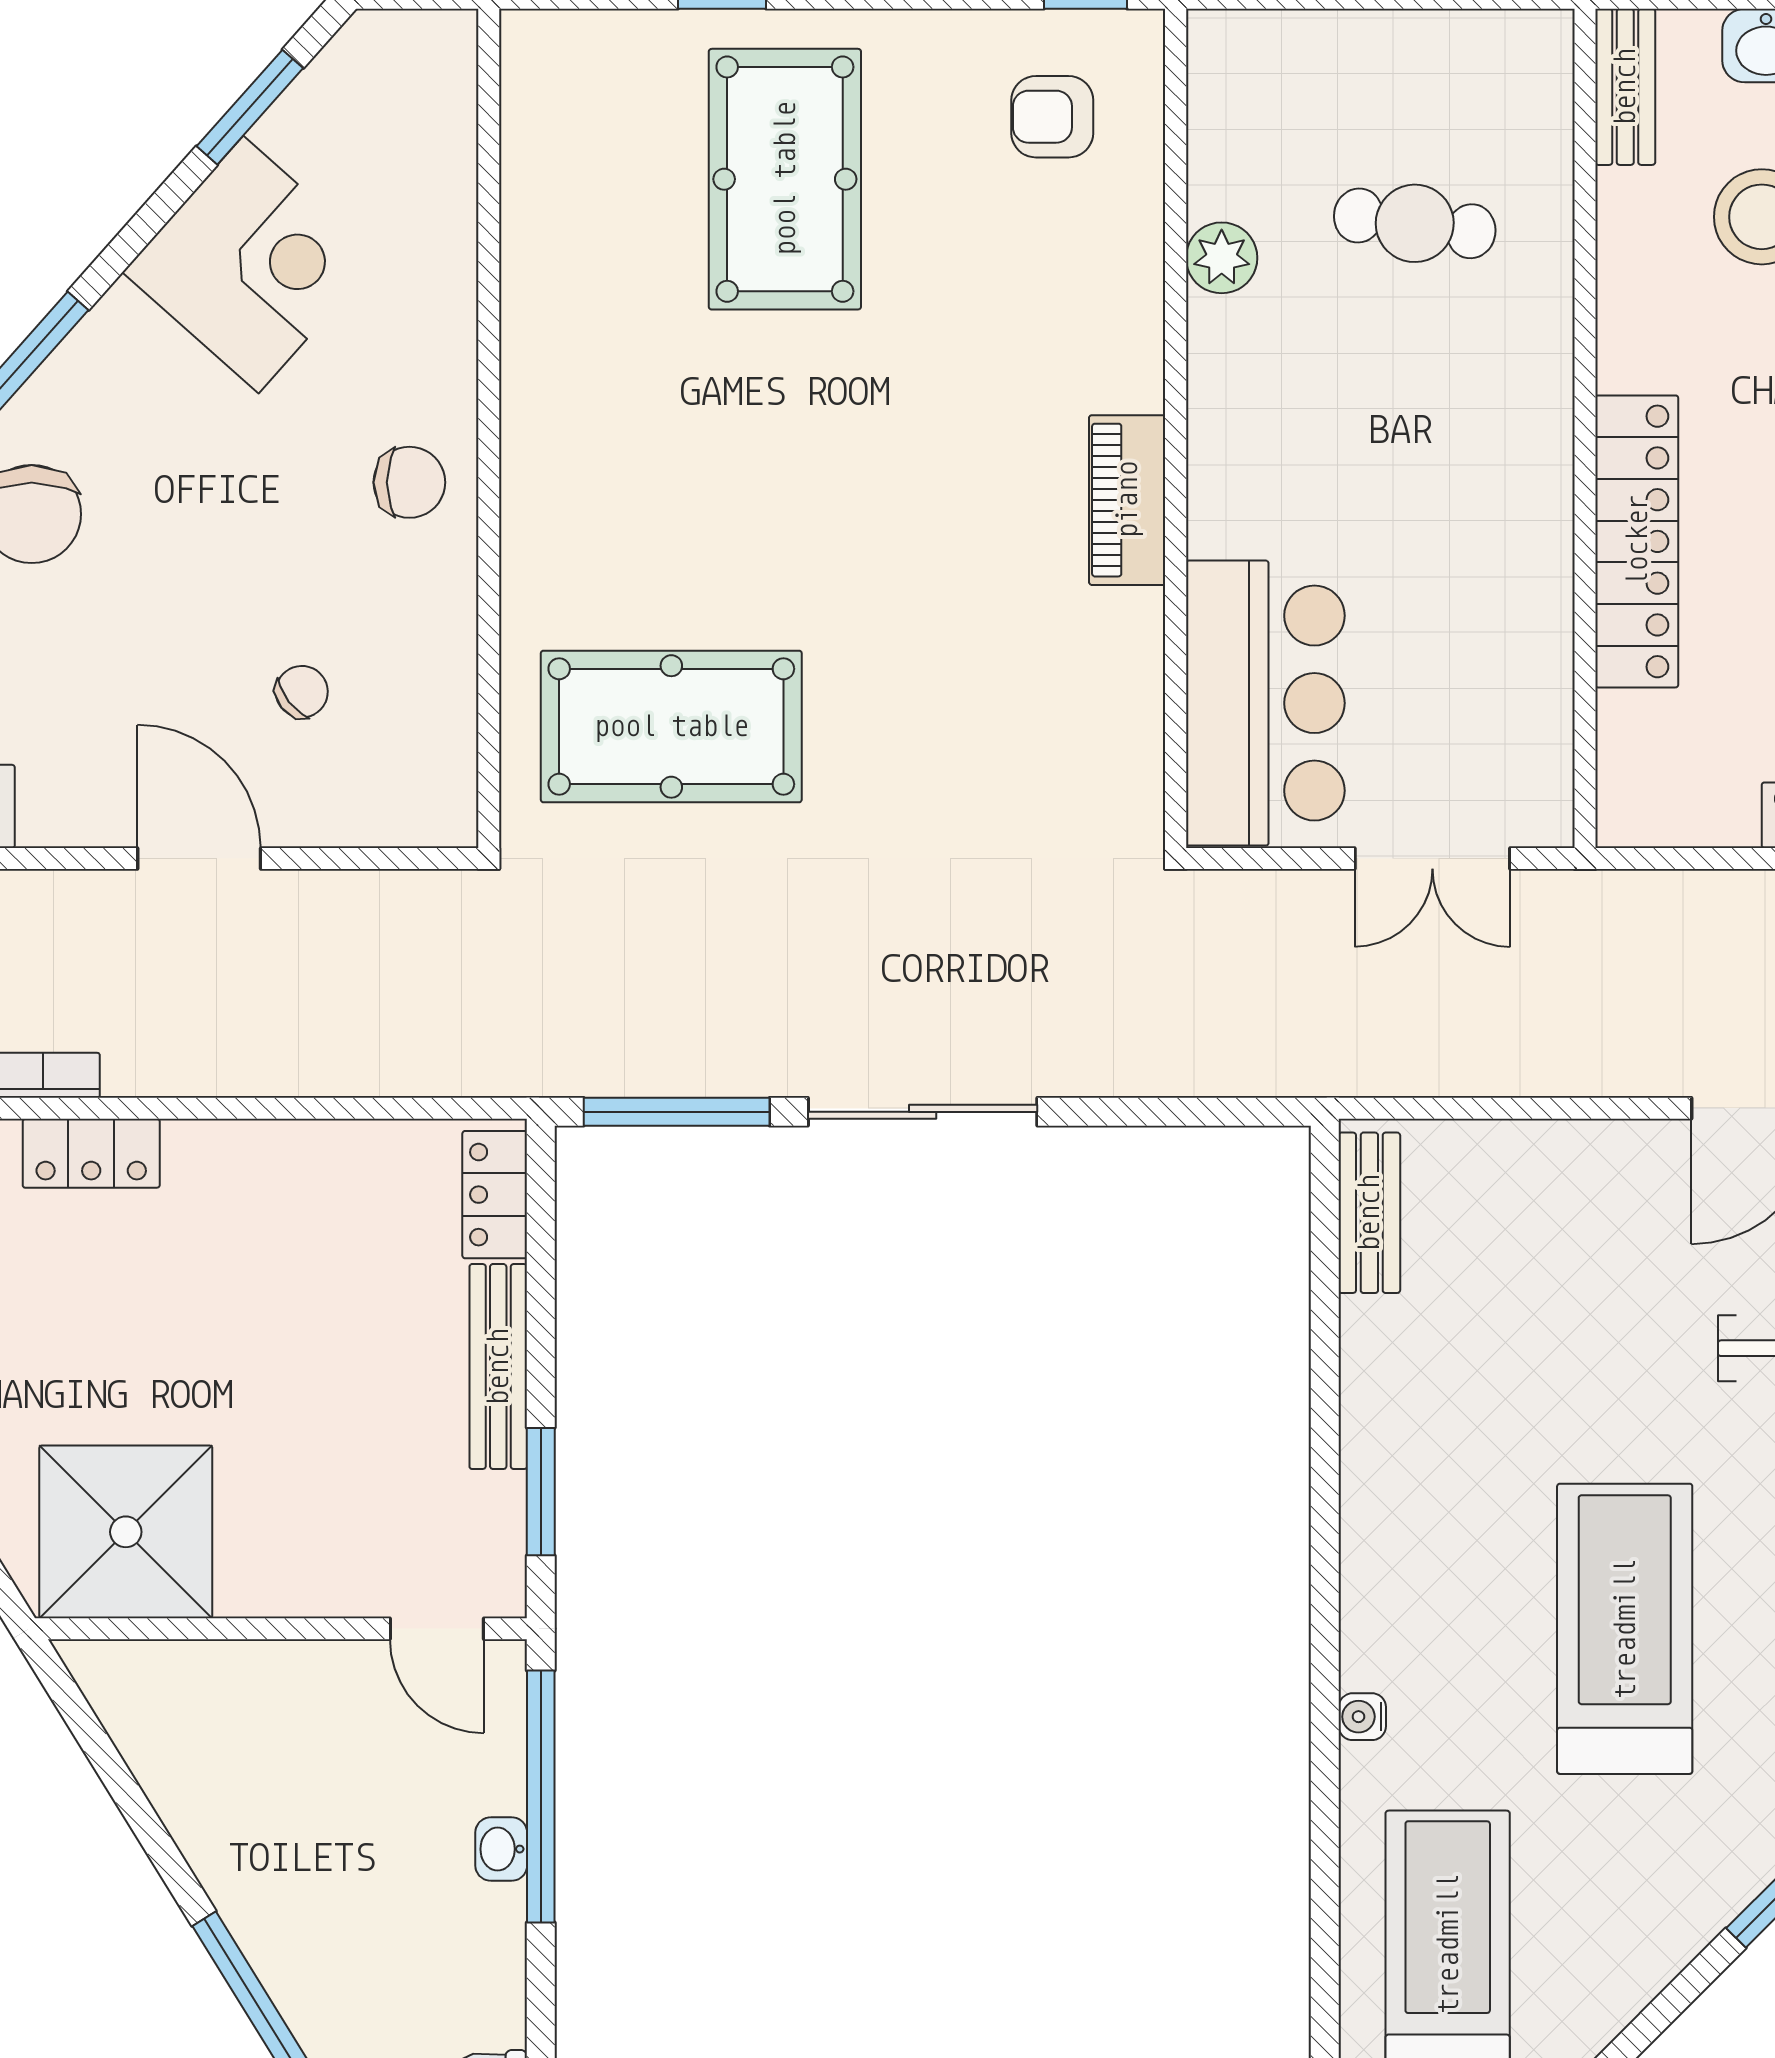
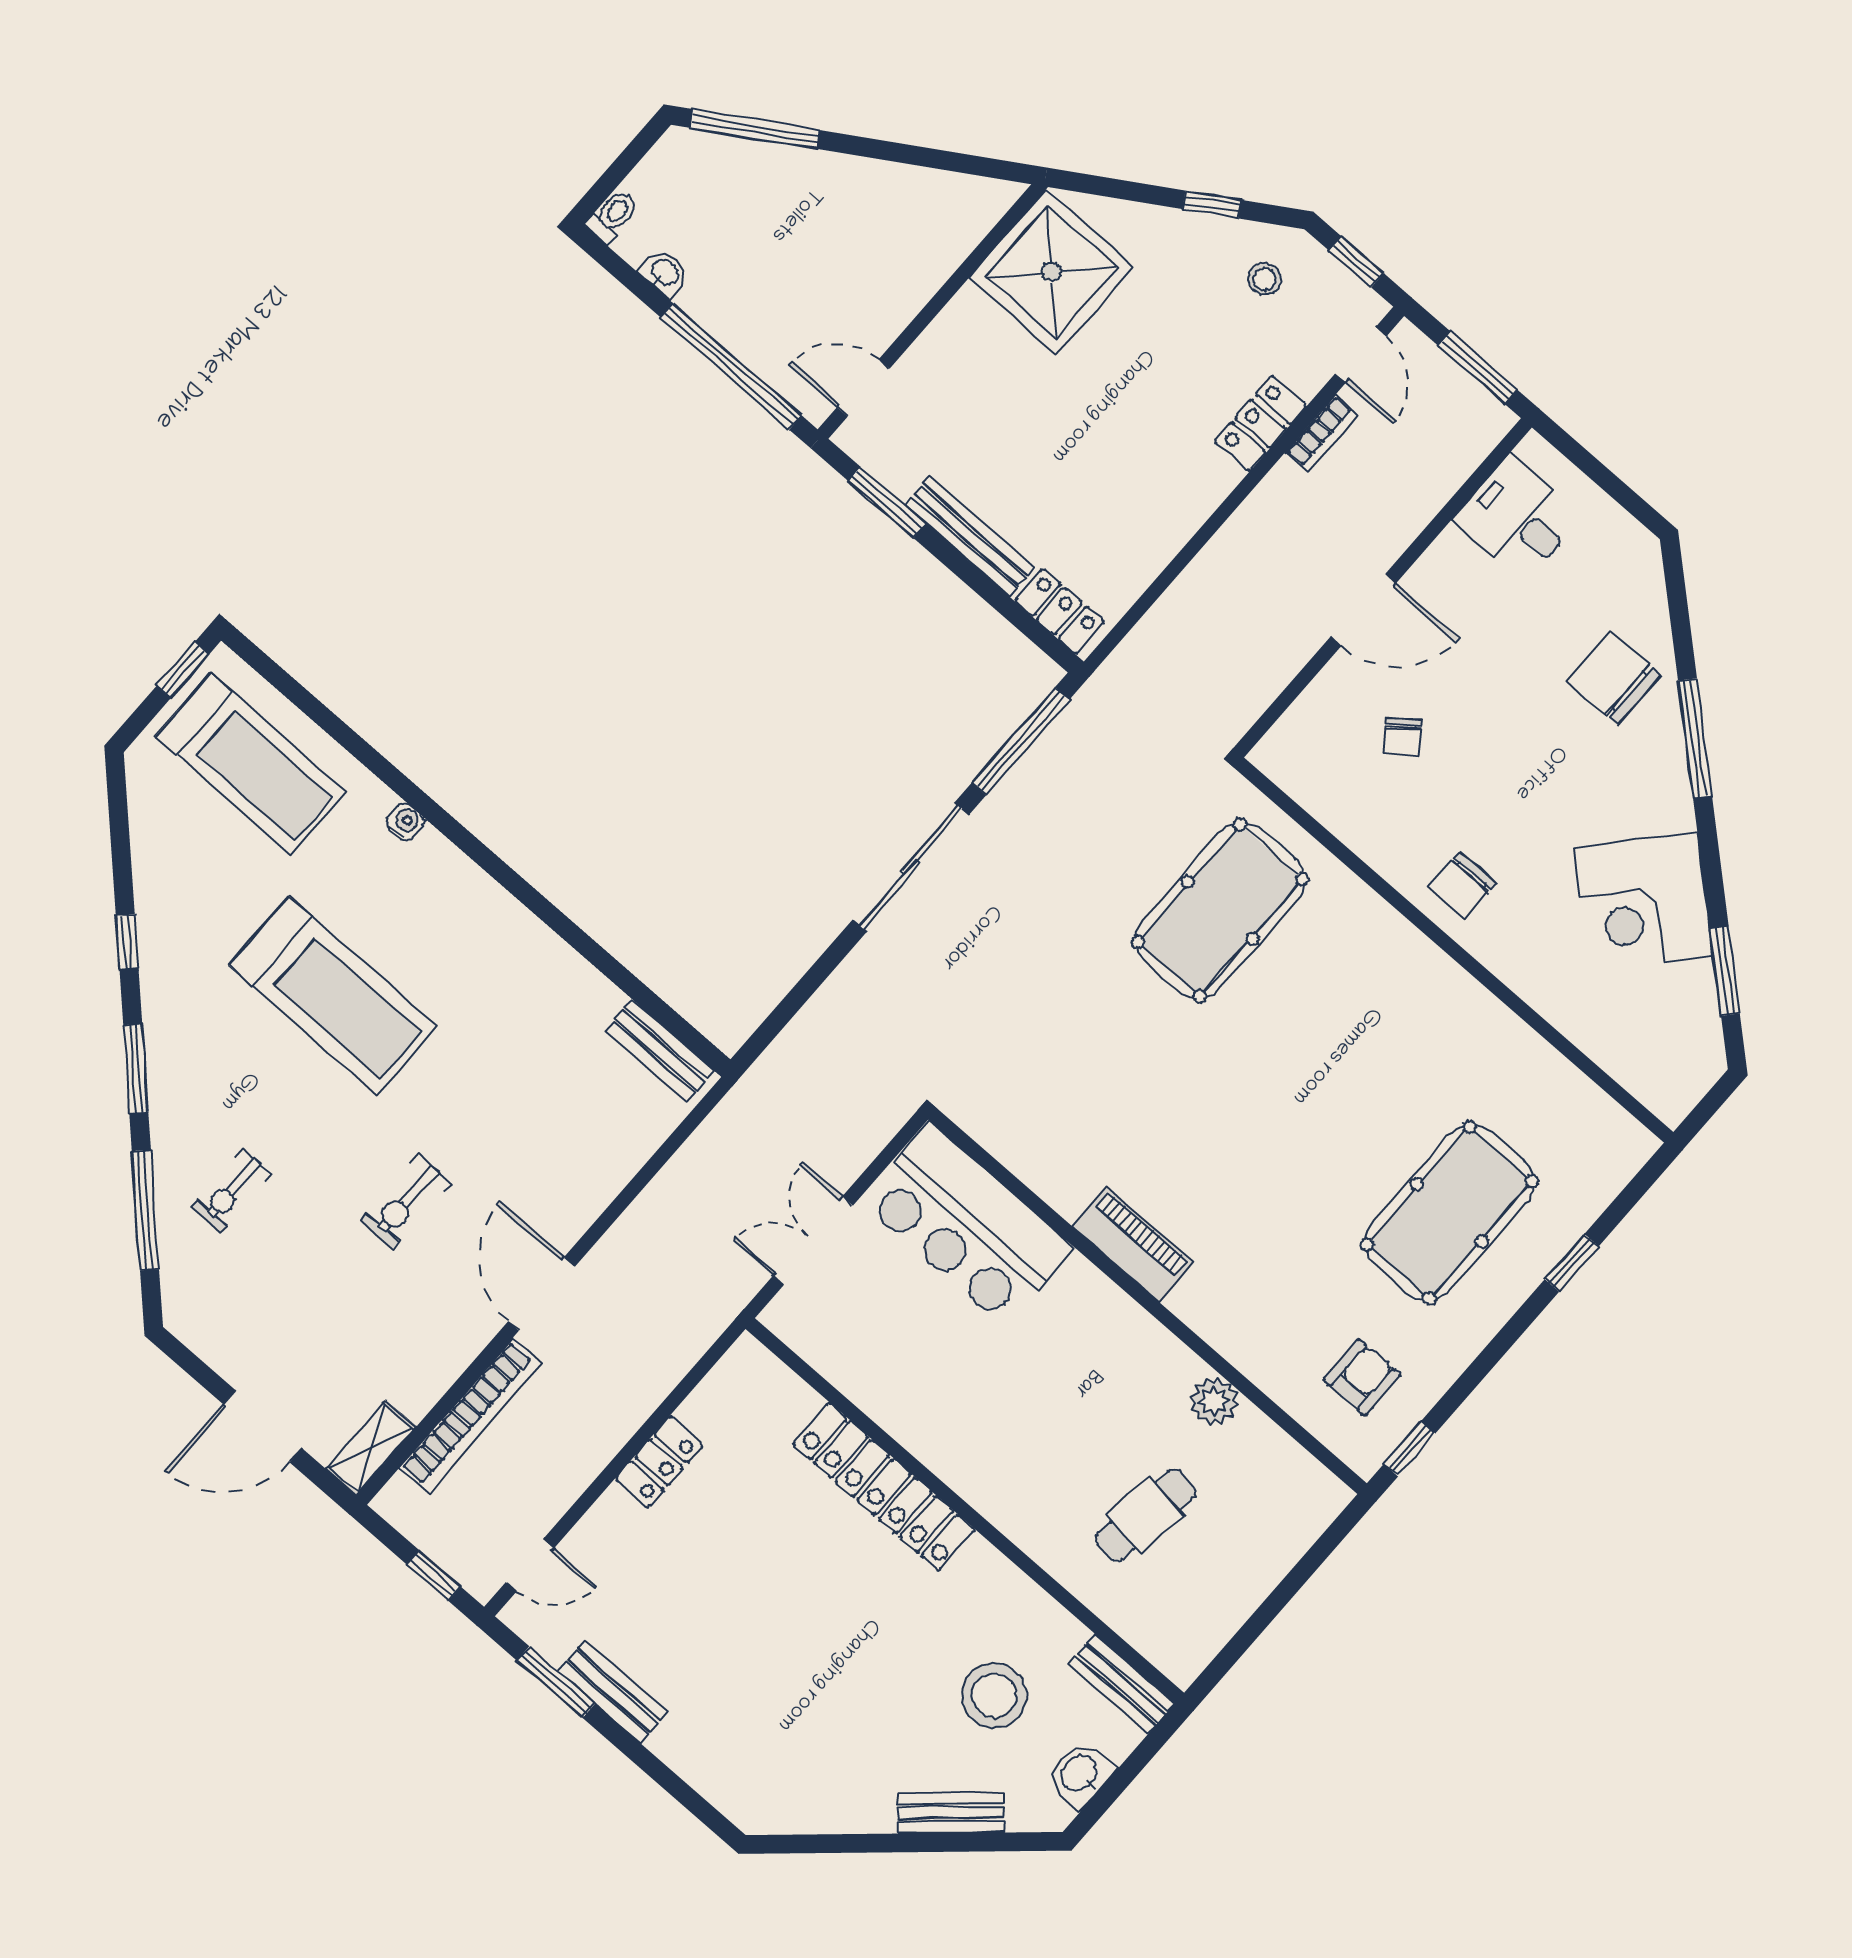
pool table: (785, 179) -> (1449, 1213), turned 90
washbasin: (501, 1849) -> (665, 273), moved

